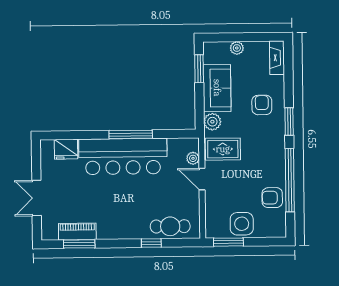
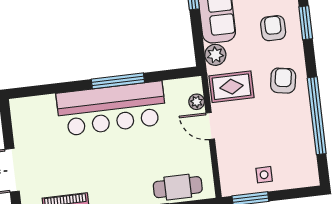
window: (289, 122) -> (306, 23), moved
fridge: (66, 149) -> (42, 107), removed
armchair: (272, 198) -> (283, 81), moved, turned 100
side table: (242, 224) -> (264, 175), width x0.54, depth x0.54

